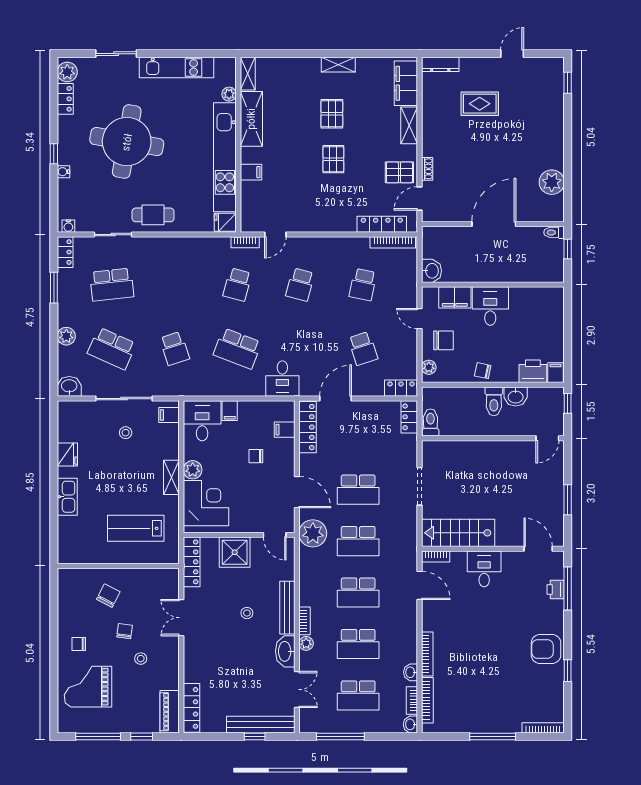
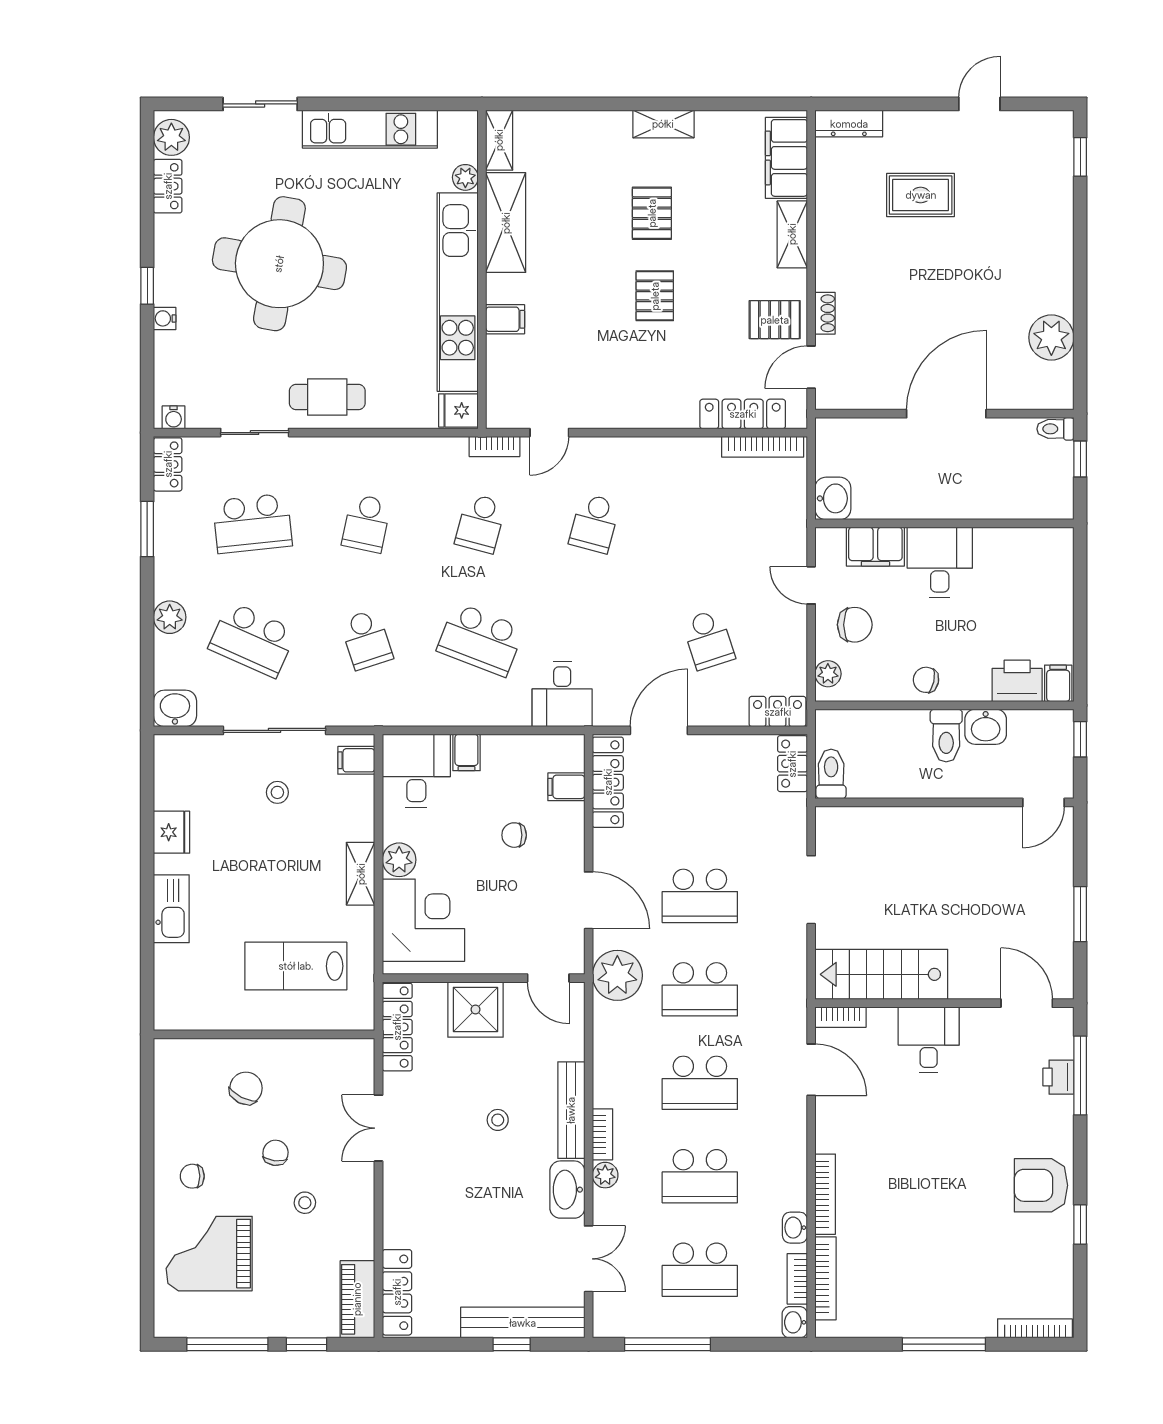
school desk: (363, 285) -> (366, 523), moved

